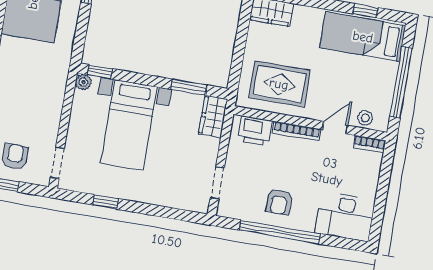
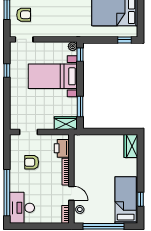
rug: (279, 84) -> (91, 158), removed
armchair: (279, 202) -> (32, 162), moved
window: (280, 232) -> (7, 193), moved

